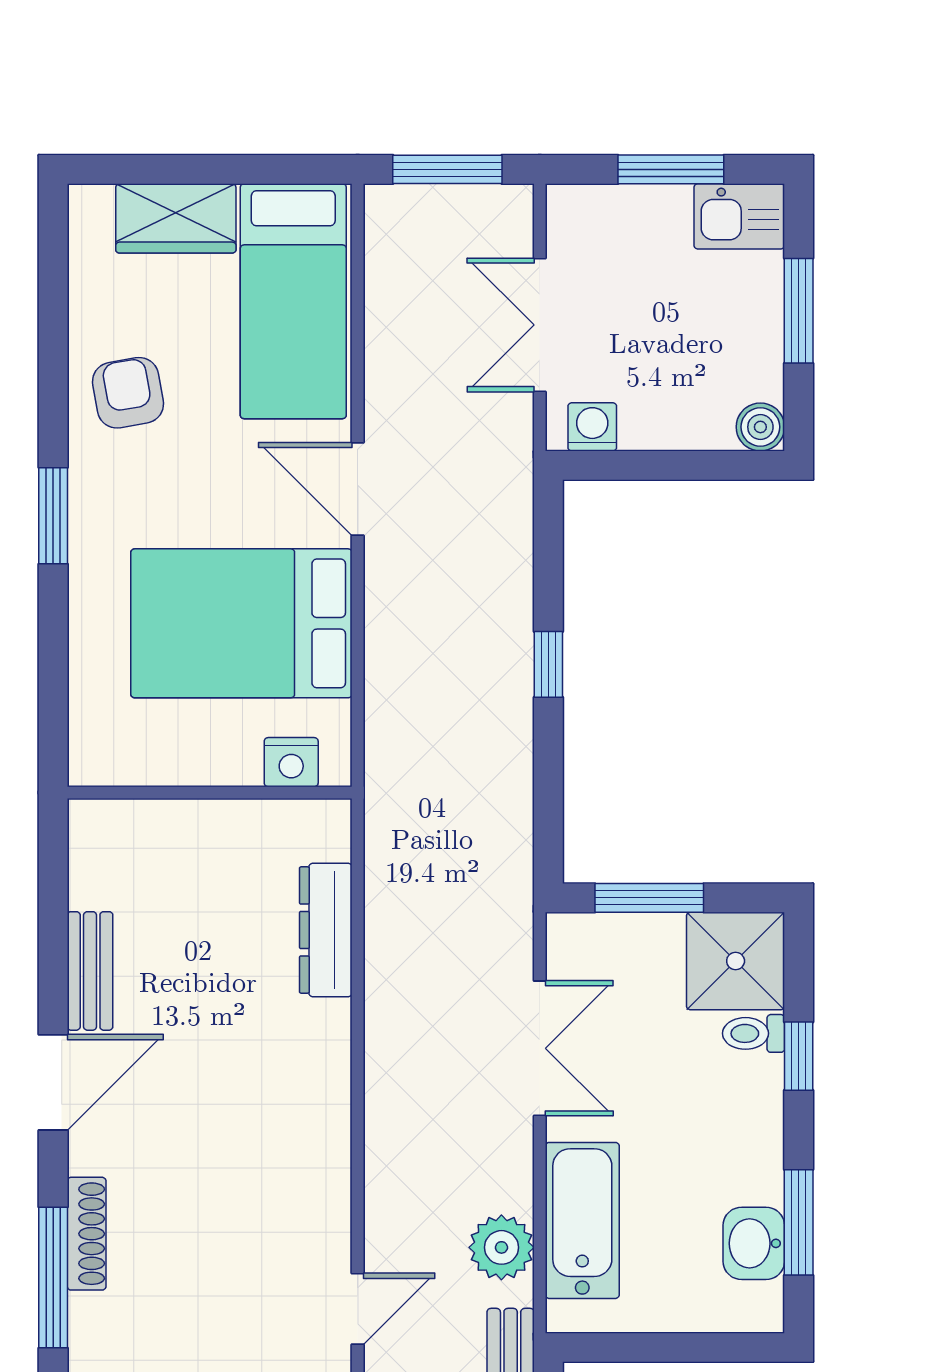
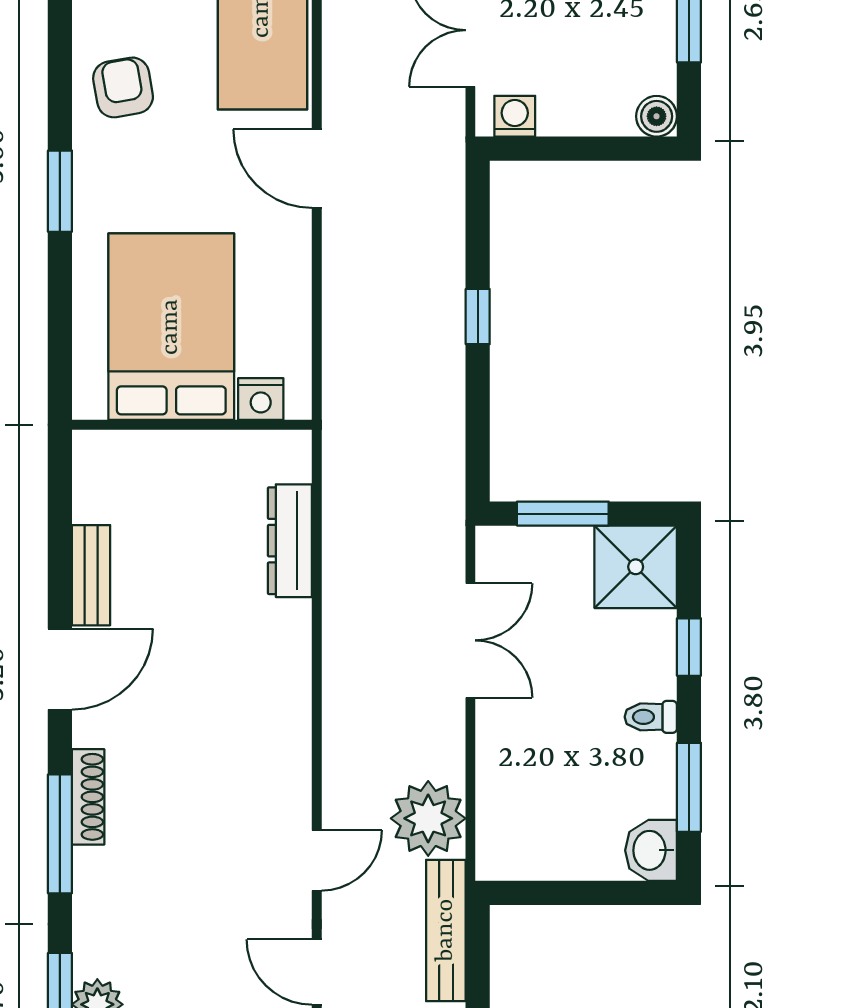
bed: (241, 623) -> (171, 327), moved, turned 90
toilet: (754, 1033) -> (651, 717), moved
bathtub: (582, 1220) -> (506, 786), removed
washbasin: (754, 1243) -> (651, 850), moved
plant: (501, 1247) -> (428, 818), width x1.36, depth x1.36

